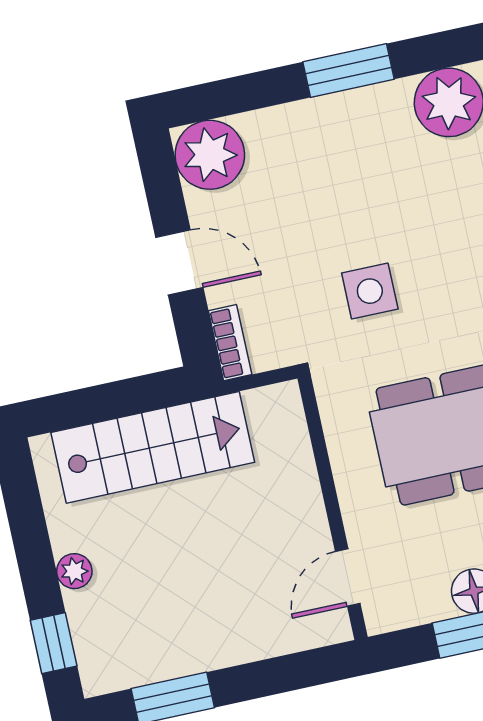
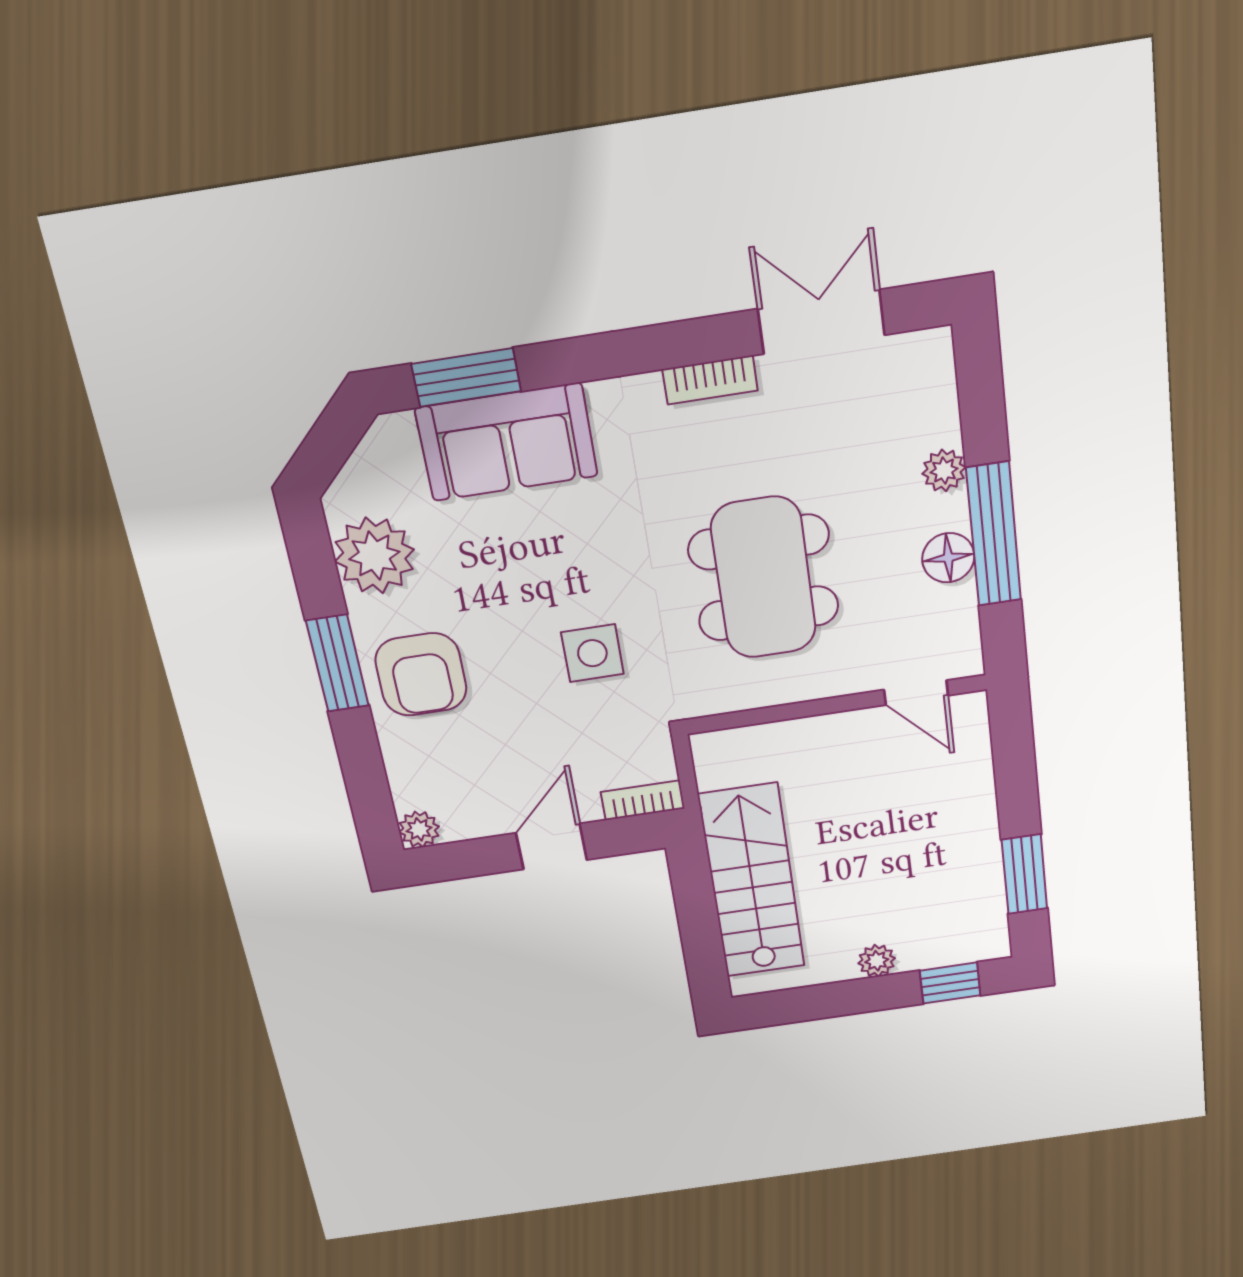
armchair: (342, 143) -> (421, 675), added
plant: (210, 155) -> (419, 829), width x0.53, depth x0.53

